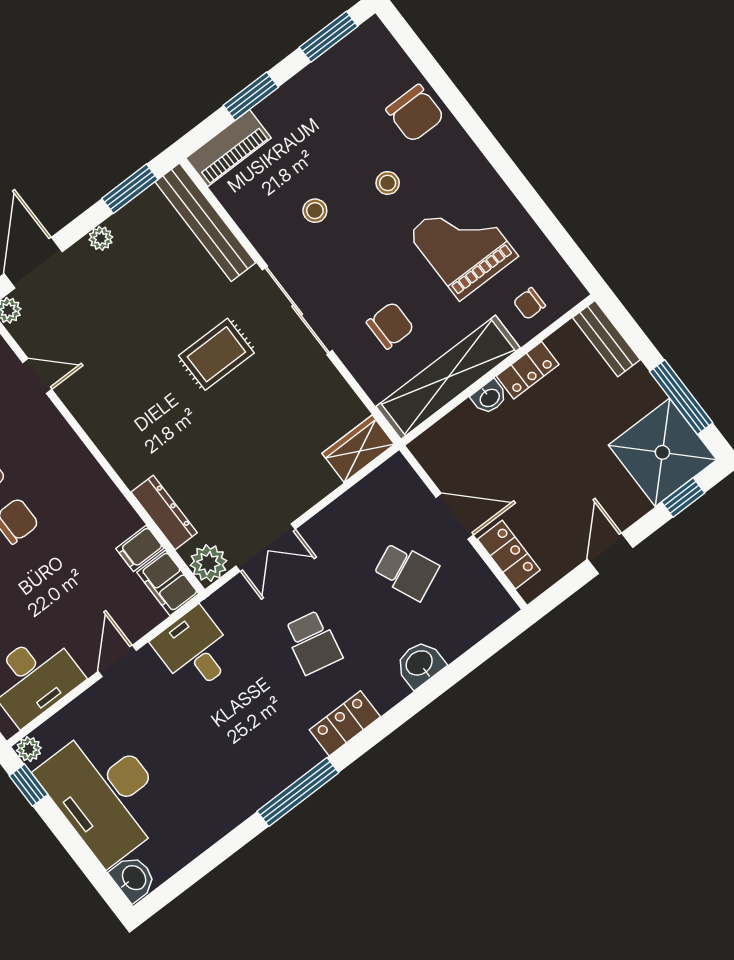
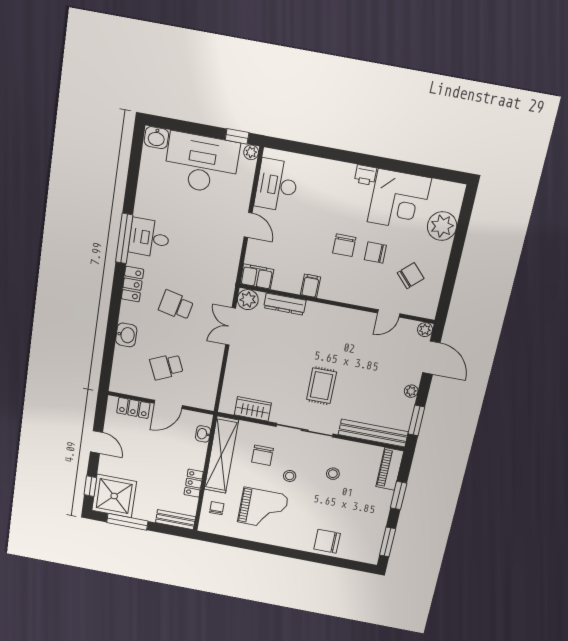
stool: (388, 183) -> (290, 476), moved
washbasin: (489, 397) -> (203, 434), moved
wardrobe: (358, 449) -> (253, 409), moved, turned -90
filing cabinet: (140, 548) -> (310, 286), moved
desk: (195, 650) -> (149, 238), moved, turned 180

